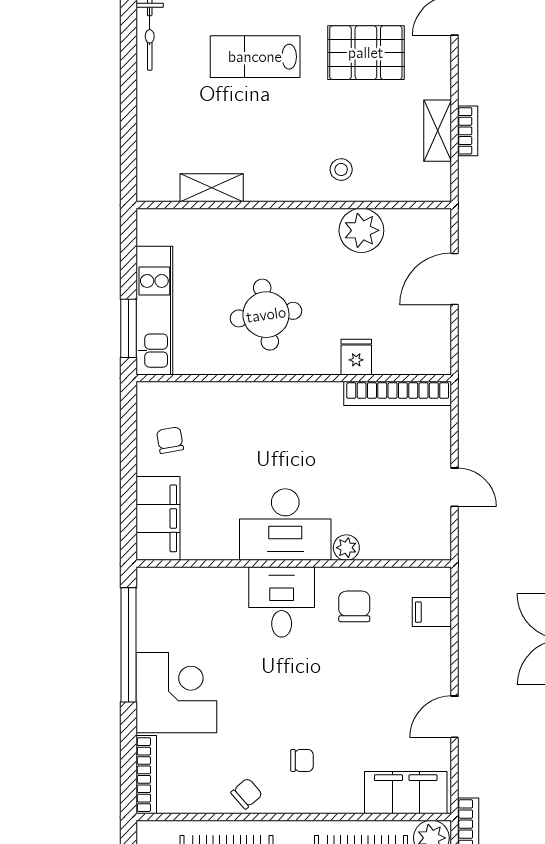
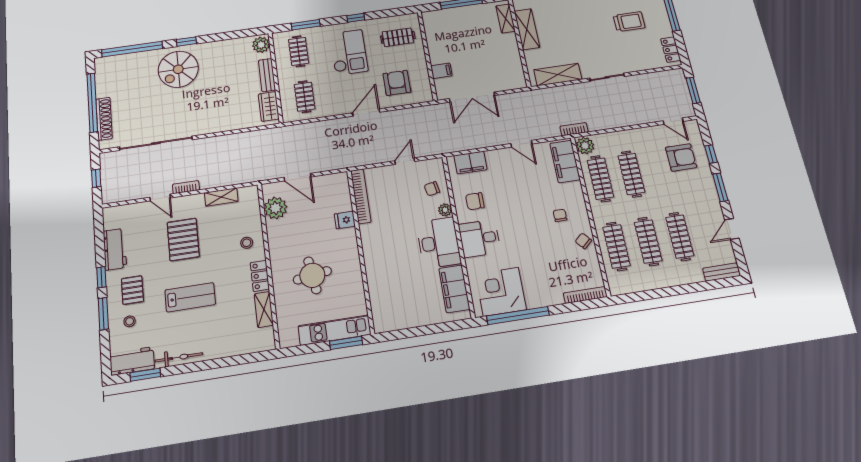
lab bench: (255, 57) -> (190, 297), turned -90
bookcase: (468, 131) -> (186, 187), moved
locker: (275, 187) -> (260, 276), added
plant: (361, 230) -> (275, 208), moved
round table: (266, 315) -> (312, 275), moved
chair: (170, 440) -> (432, 189), moved
filing cabinet: (158, 518) -> (454, 289), moved, turned -90
filing cabinet: (432, 612) -> (470, 163), width x2.00
corner desk: (176, 693) -> (501, 292), moved

